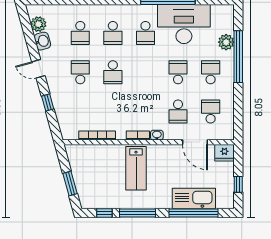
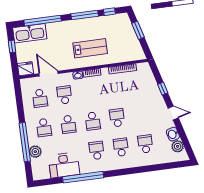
desk: (184, 24) -> (64, 165), width x0.73, depth x0.77
school desk: (80, 72) -> (93, 121), moved
lab bench: (136, 168) -> (90, 48), turned 90
kitchen sink: (194, 198) -> (30, 33), moved

